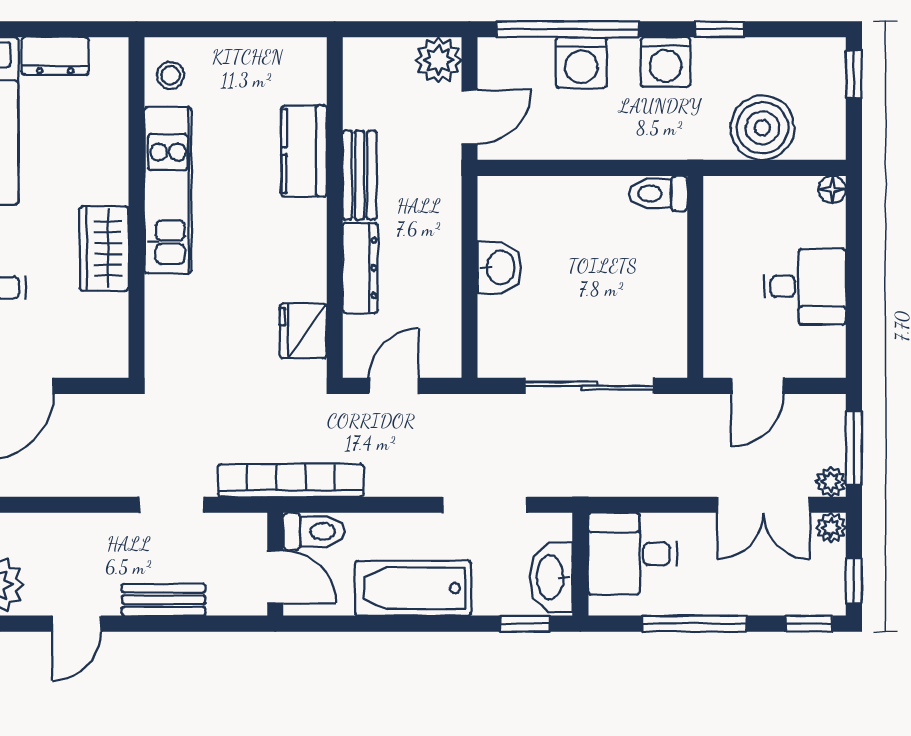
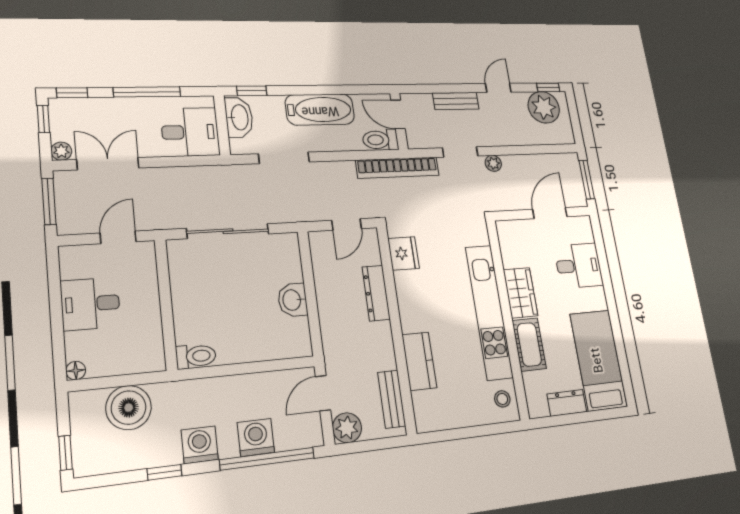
cot: (105, 160) -> (529, 344), added
bench: (360, 175) -> (392, 399), moved
kitchen unit: (168, 190) -> (489, 312), width x1.36
plant: (831, 482) -> (493, 163), moved

